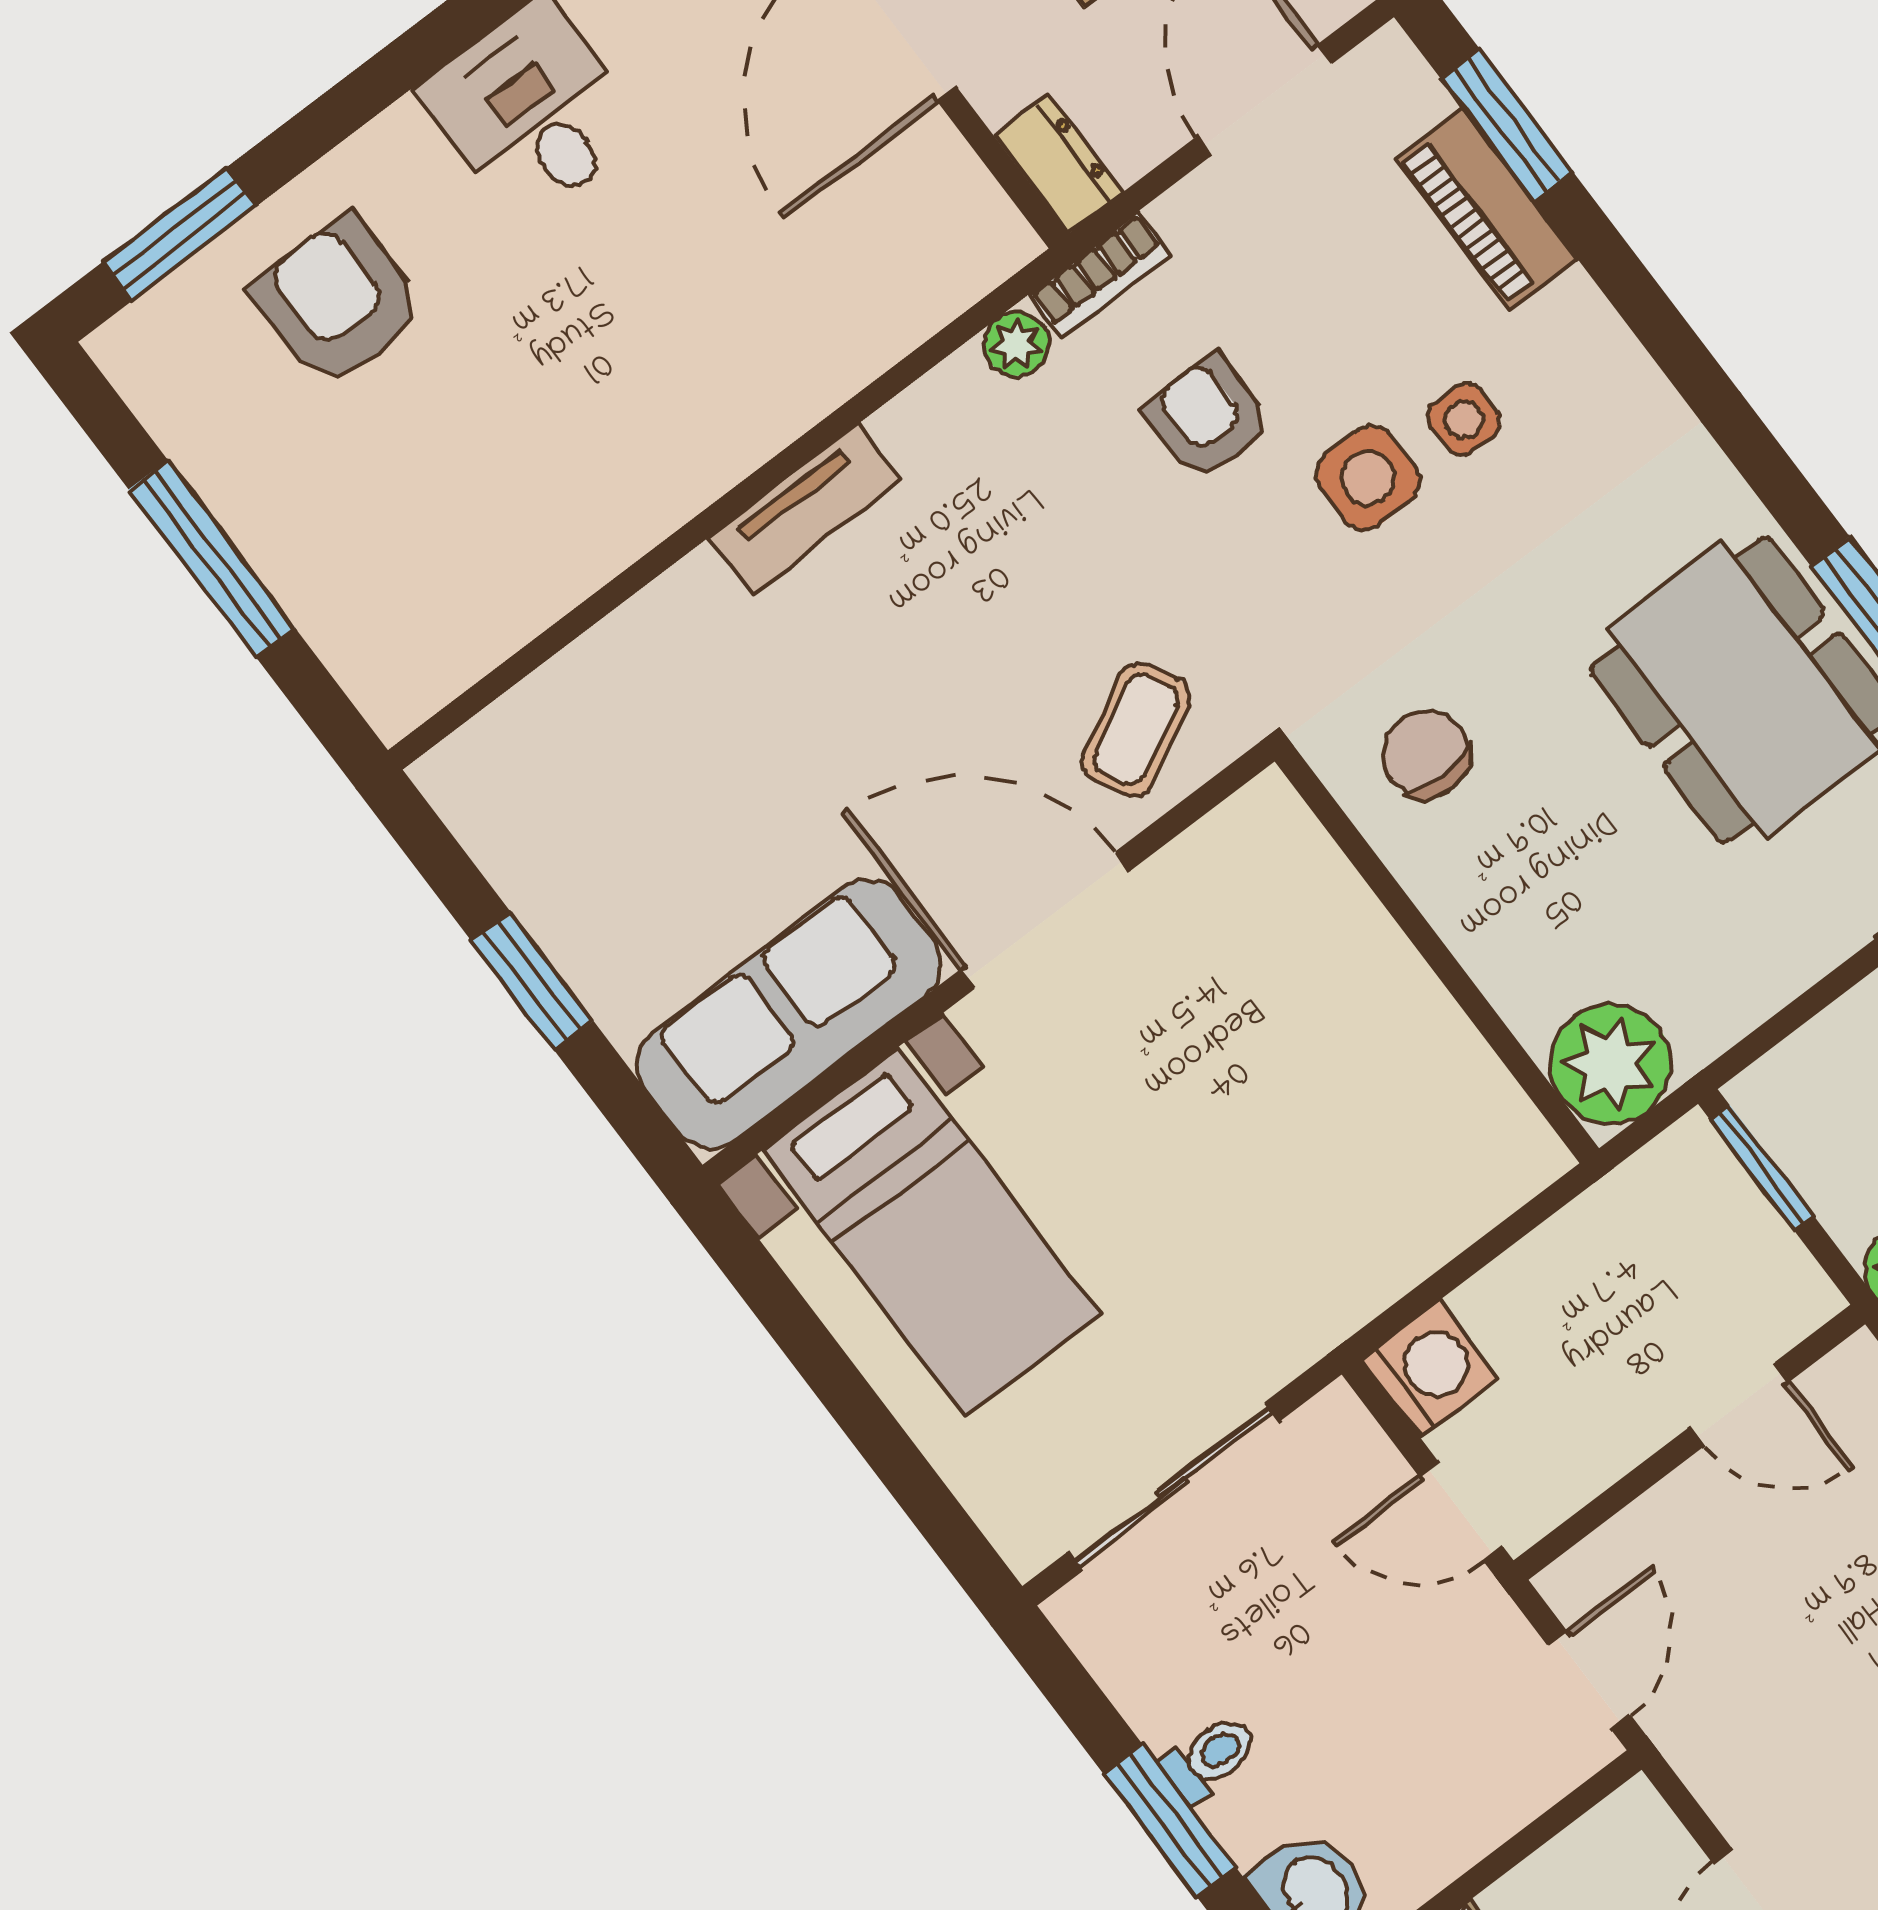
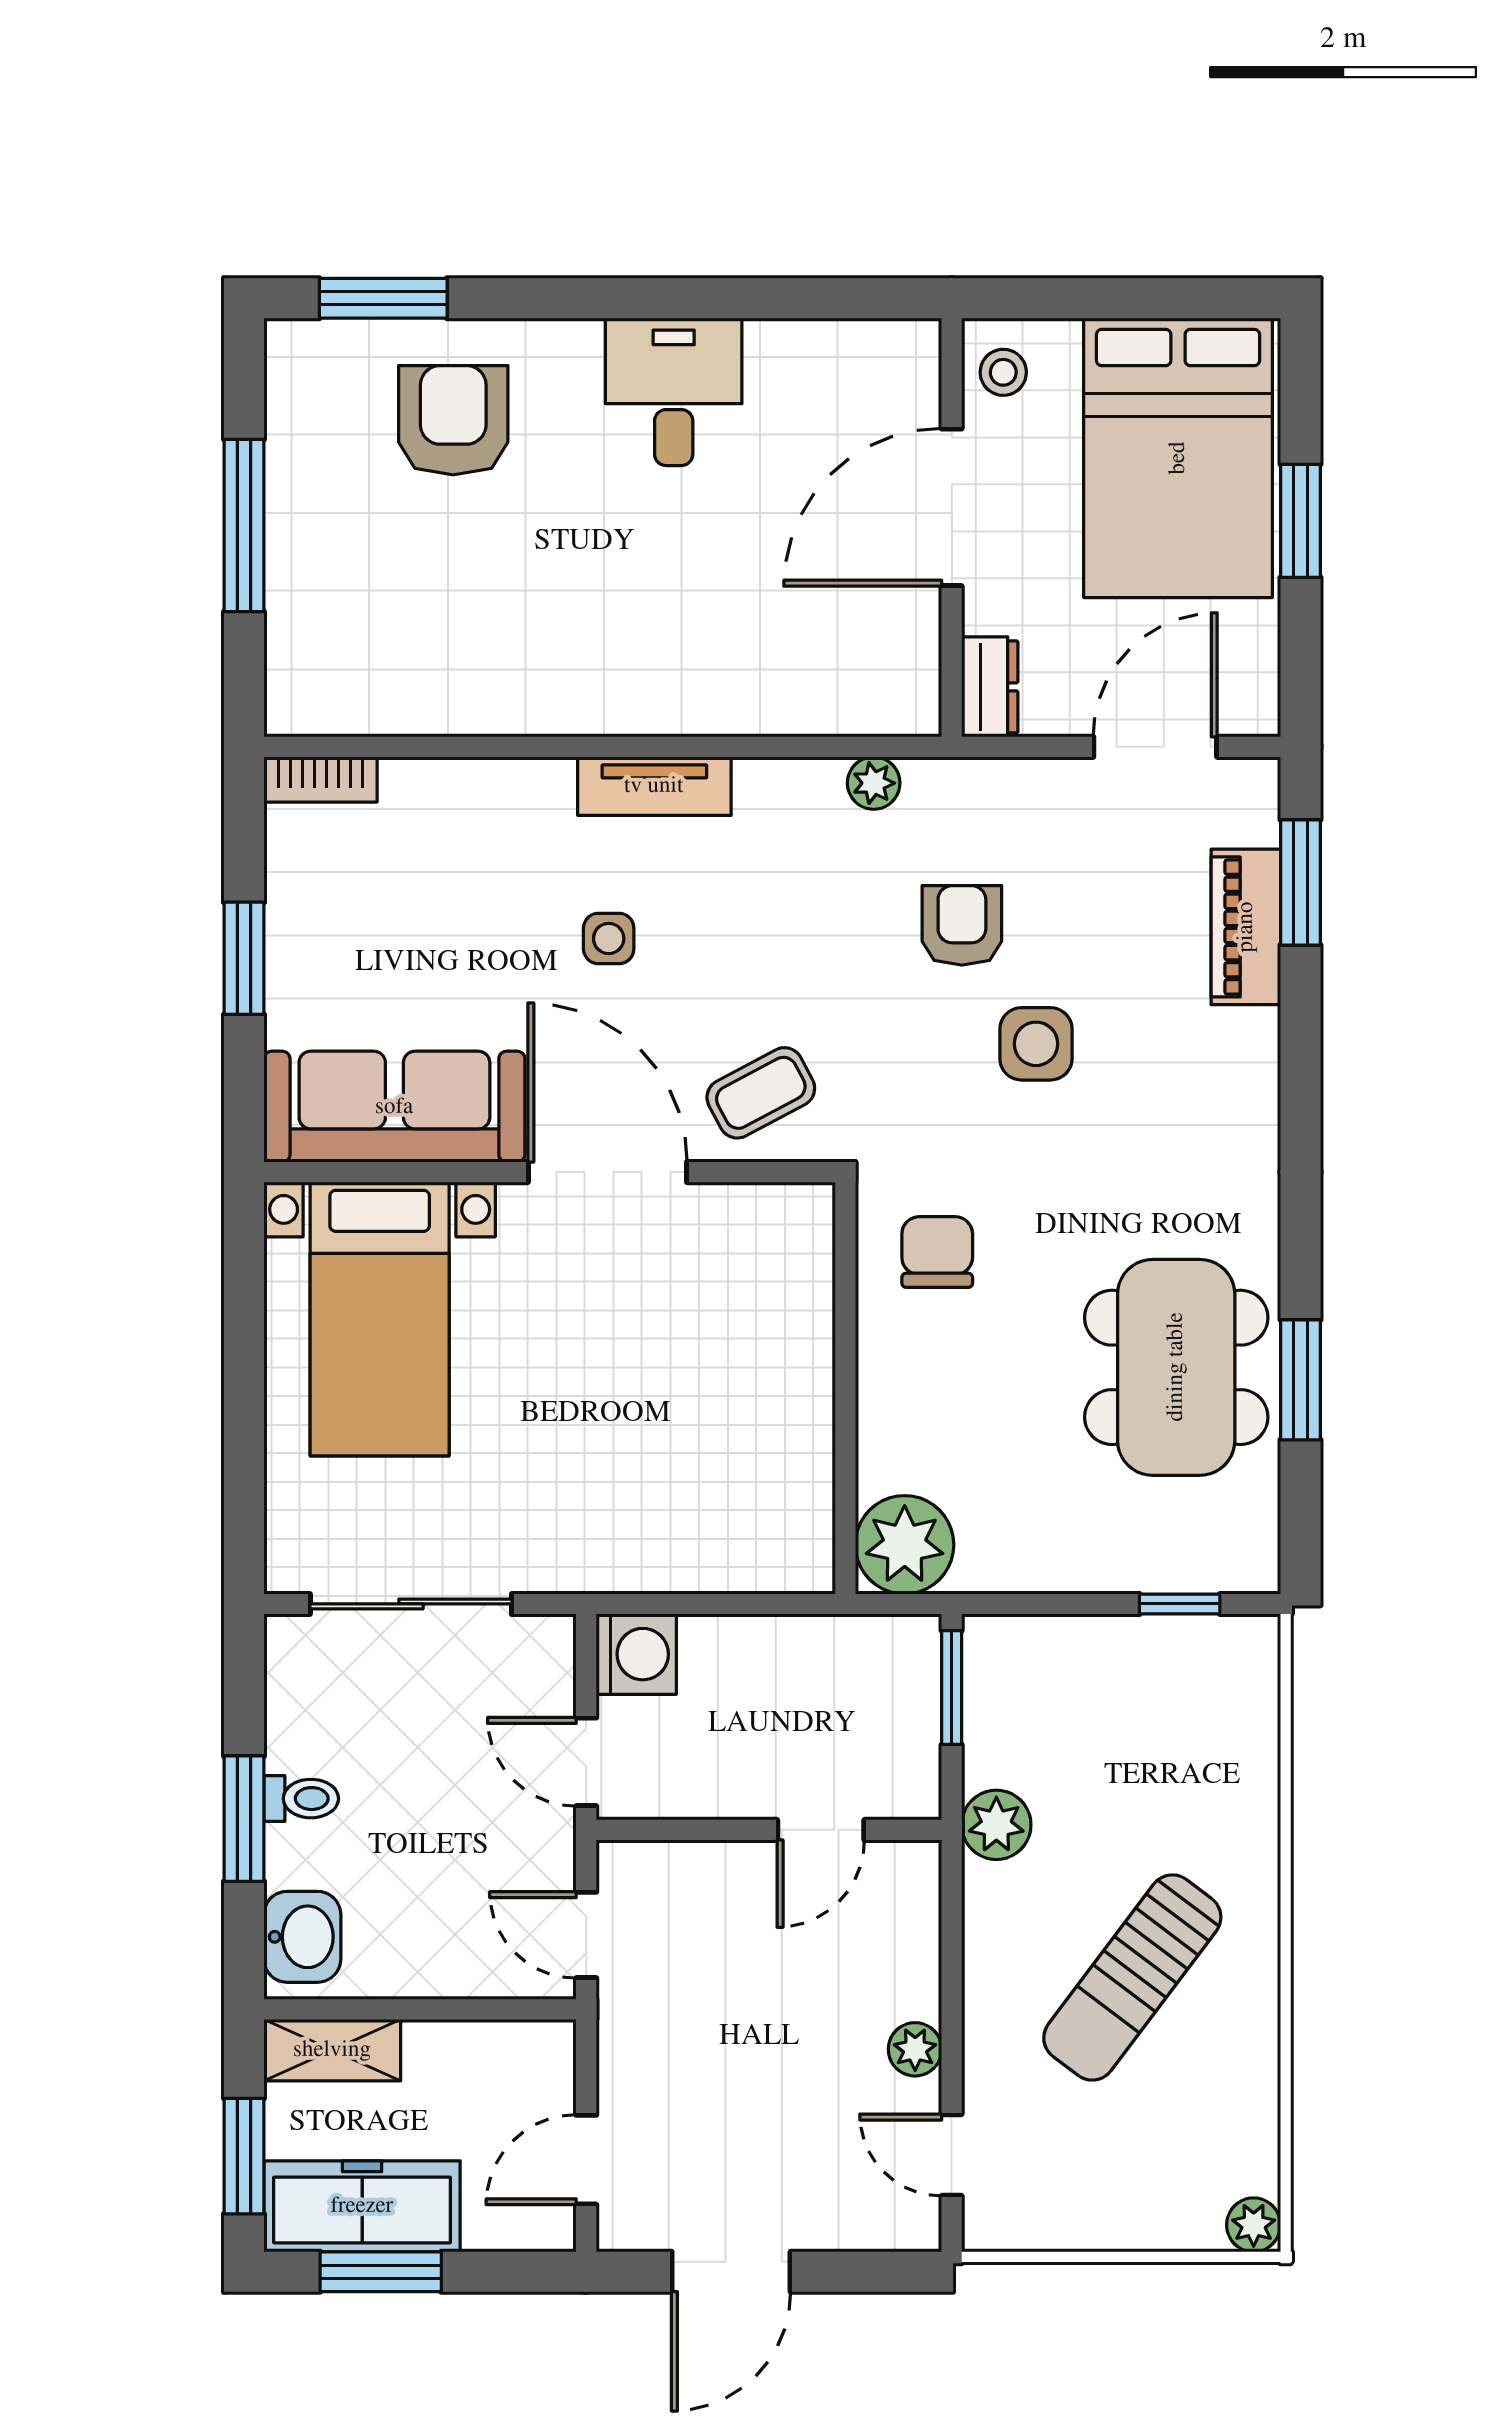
bookcase: (1100, 275) -> (320, 779), moved
side table: (1464, 419) -> (609, 938), moved
door: (1740, 1404) -> (821, 1830), hinge flipped
door: (1589, 1680) -> (586, 1935), swing flipped

